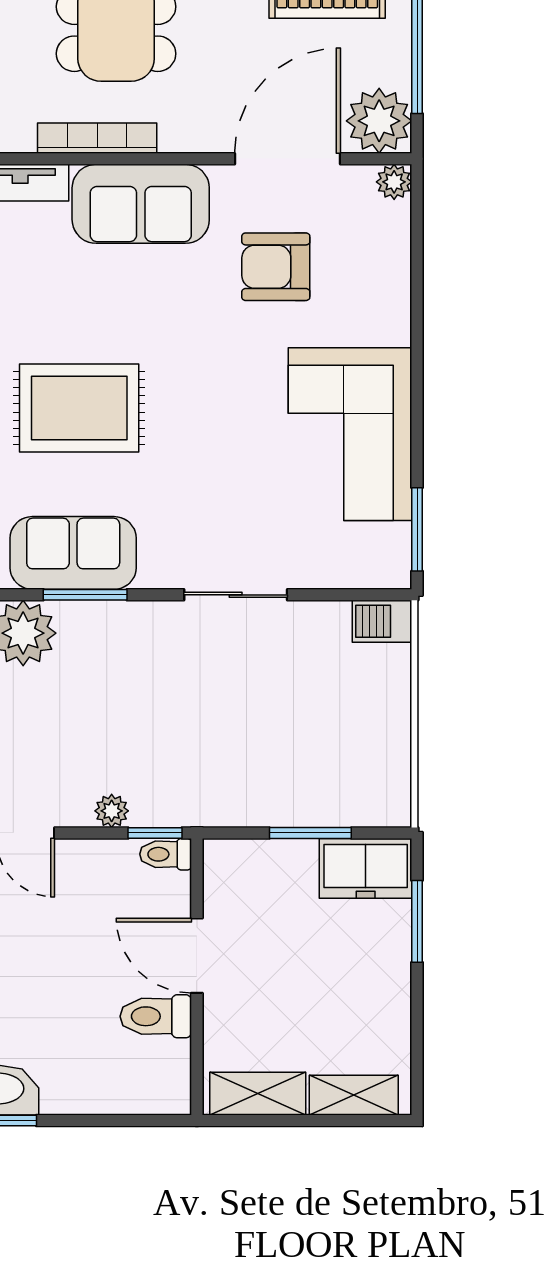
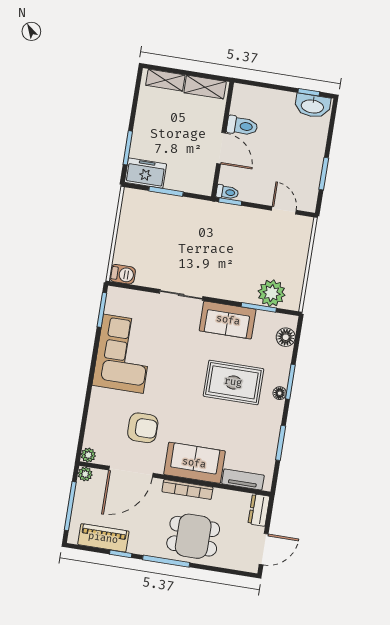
plant: (379, 121) -> (85, 474), width x0.53, depth x0.53
bookcase: (97, 138) -> (187, 489), moved
sofa: (73, 553) -> (228, 320), moved
window: (85, 595) -> (259, 307), moved
plant: (112, 811) -> (247, 214), removed

